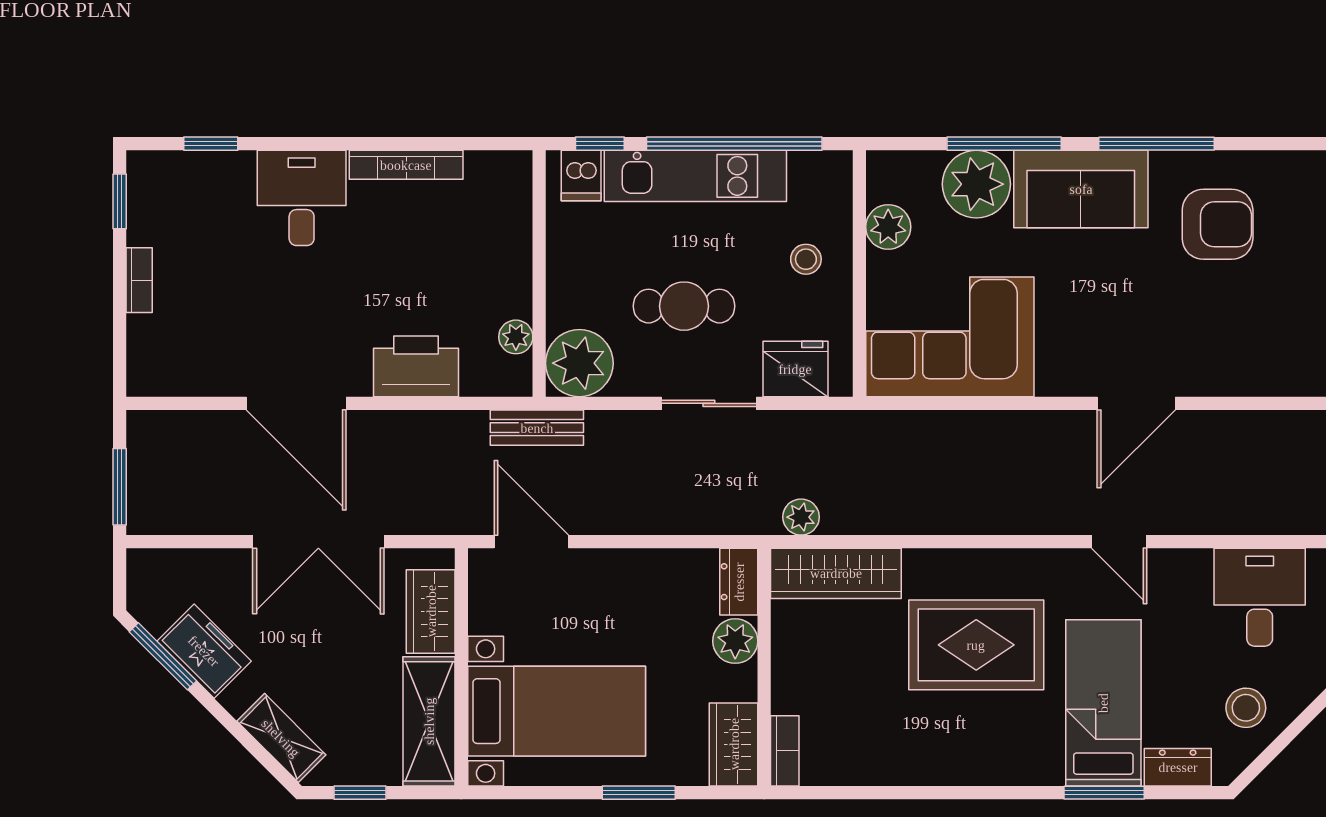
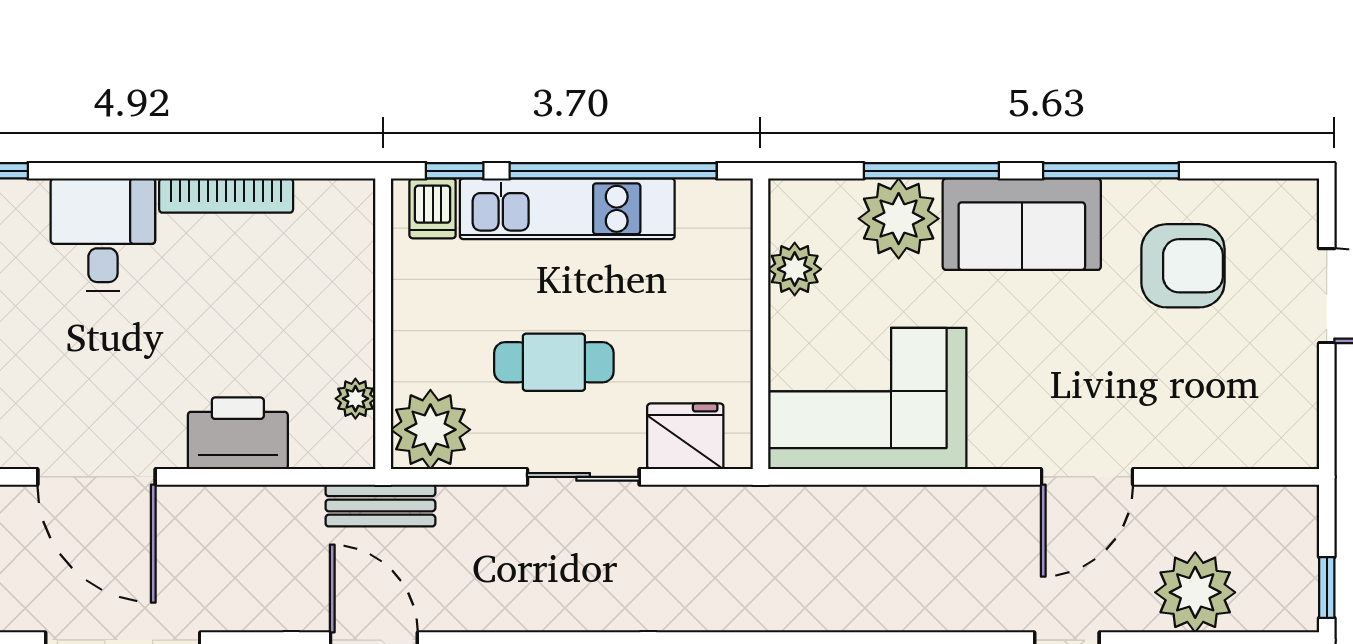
stool: (806, 259) -> (698, 307), removed
plant: (801, 517) -> (1195, 592), moved, width x1.88, depth x1.88

